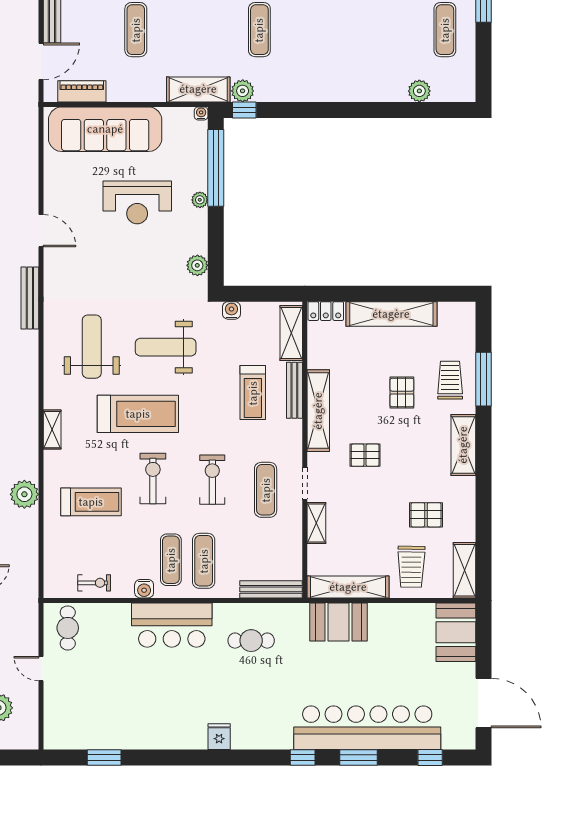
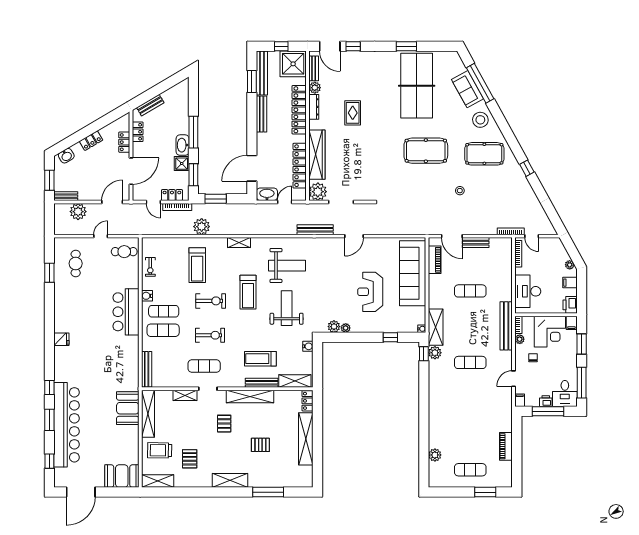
window: (216, 168) -> (390, 337), width x0.32
plant: (200, 200) -> (346, 328), moved
trolley: (450, 380) -> (268, 473), removed
treadmill: (138, 414) -> (248, 292), width x0.73, depth x0.73
cafe table: (251, 641) -> (76, 263), moved

